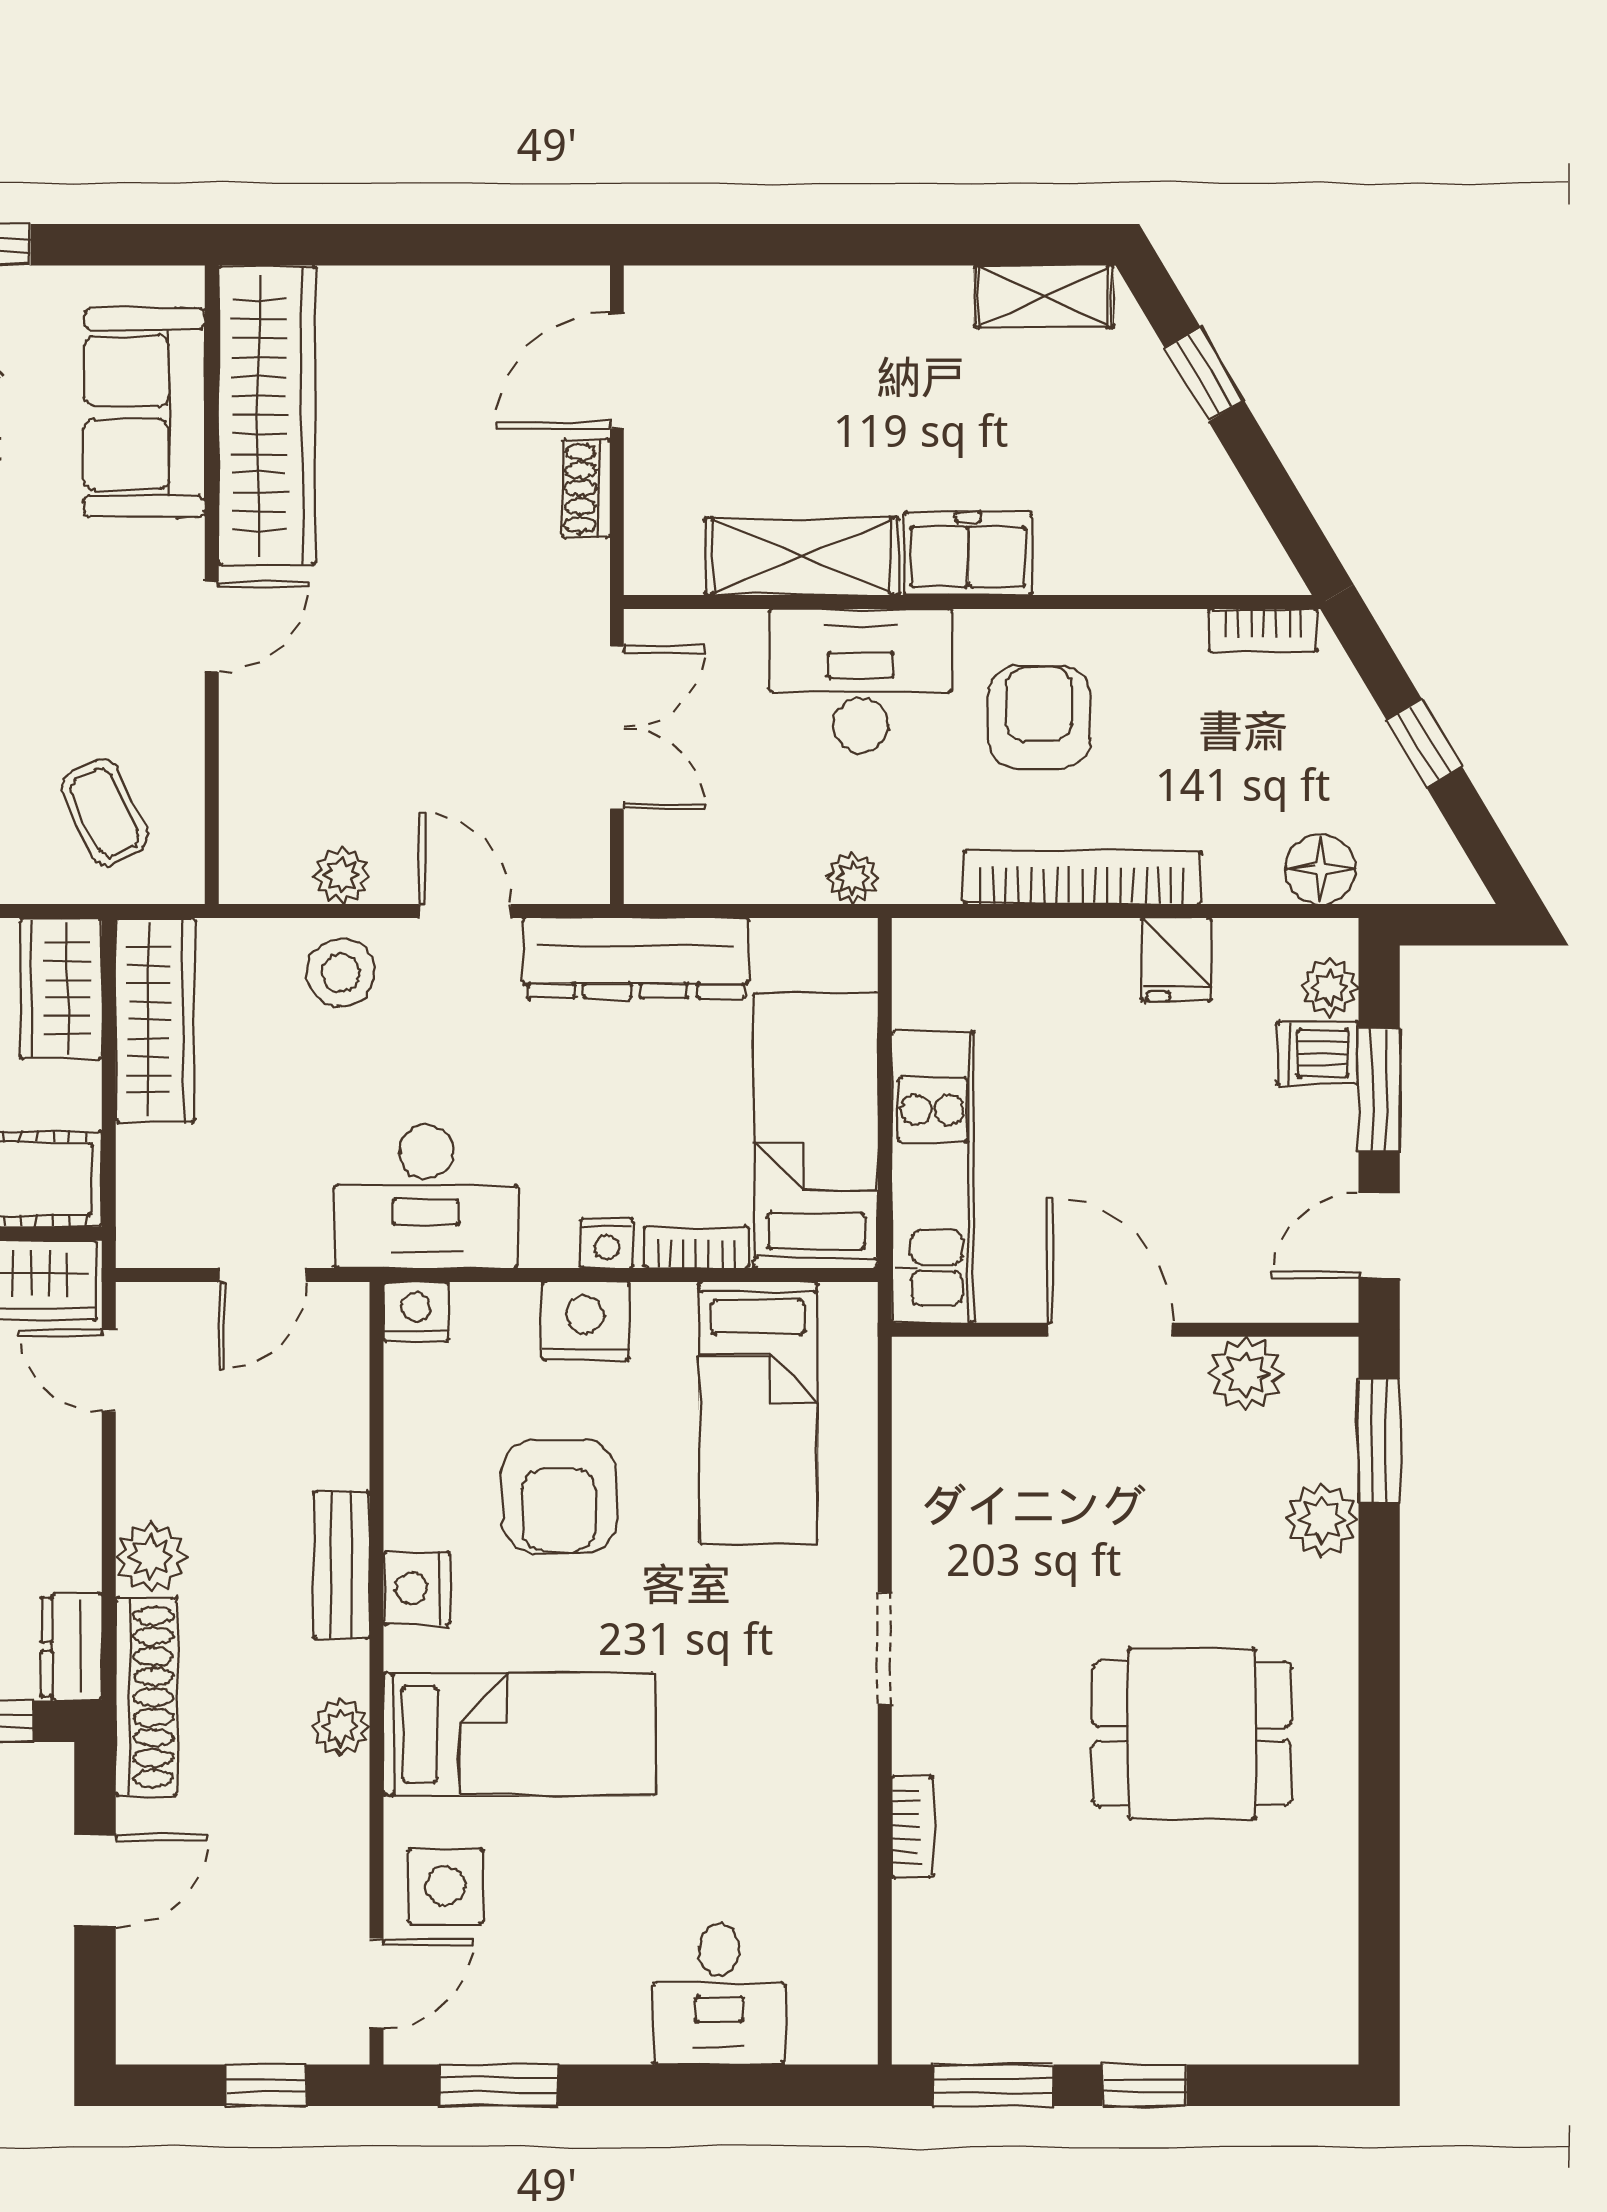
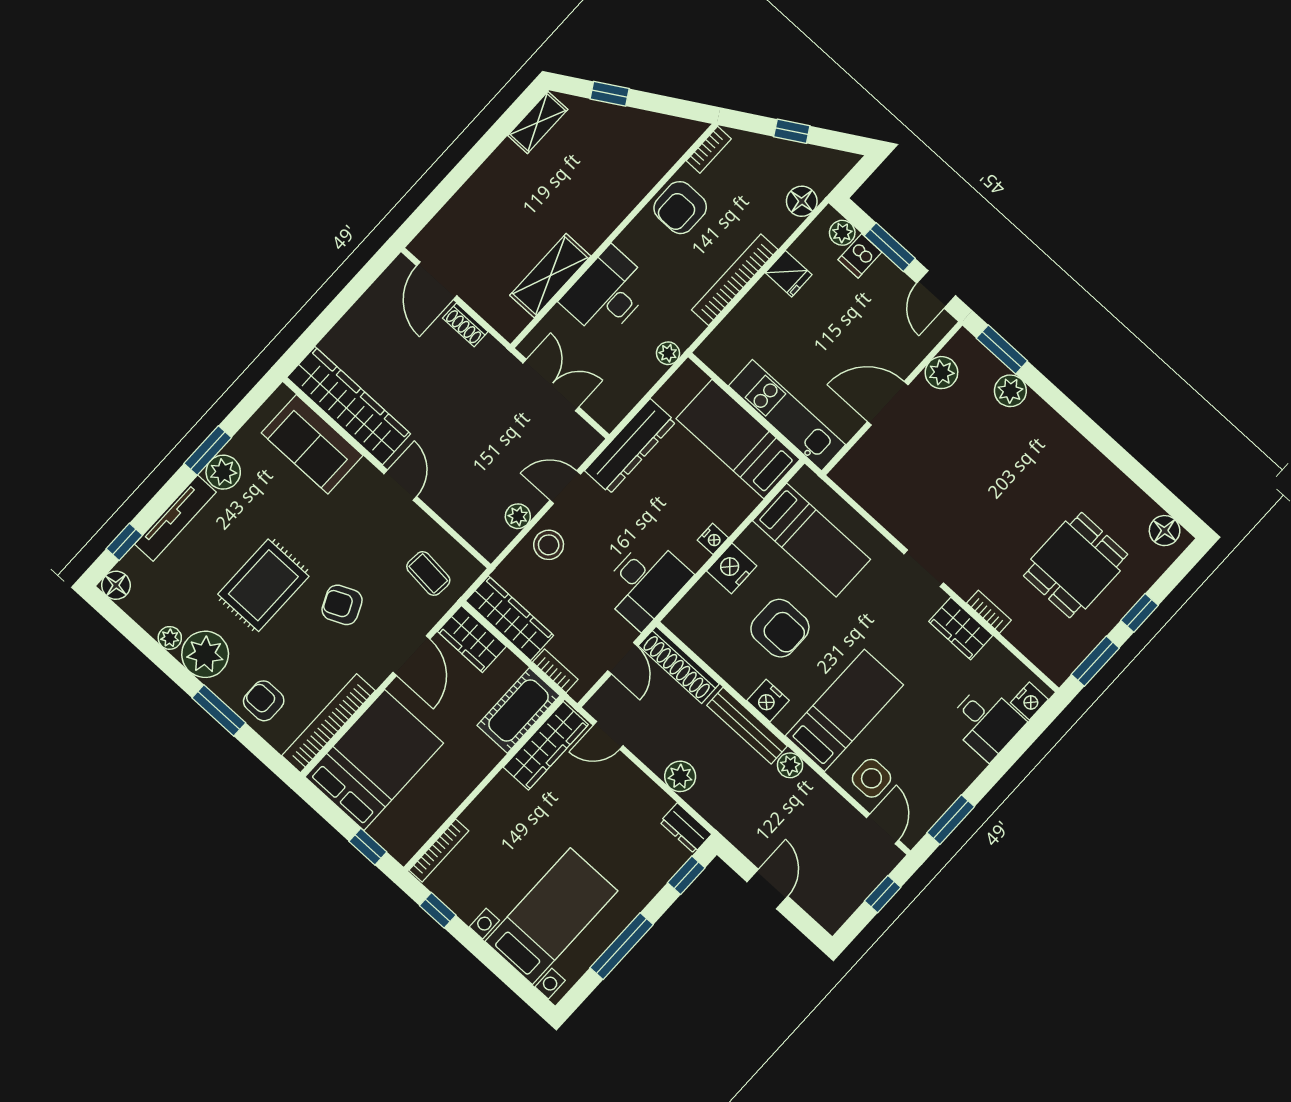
freezer: (968, 553) -> (598, 222), removed
armchair: (1039, 717) -> (680, 208), moved, turned -90
coffee table: (105, 812) -> (428, 573), turned 30
bookcase: (696, 1247) -> (555, 671), moved, turned 90
nightstand: (416, 1312) -> (1029, 701), moved, turned 180
bench: (341, 1565) -> (747, 726), width x1.36
shoe rack: (146, 1697) -> (679, 665), moved, turned 180
dining table: (1192, 1734) -> (1076, 565), moved
wardrobe: (840, 1805) -> (961, 628), added
floor lamp: (1324, 2000) -> (1165, 531), added

